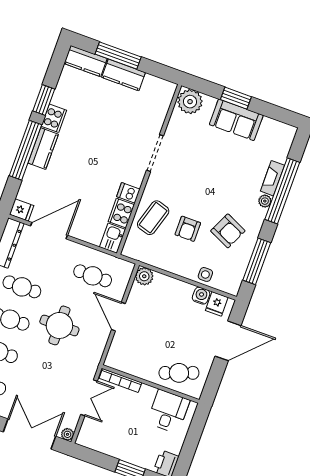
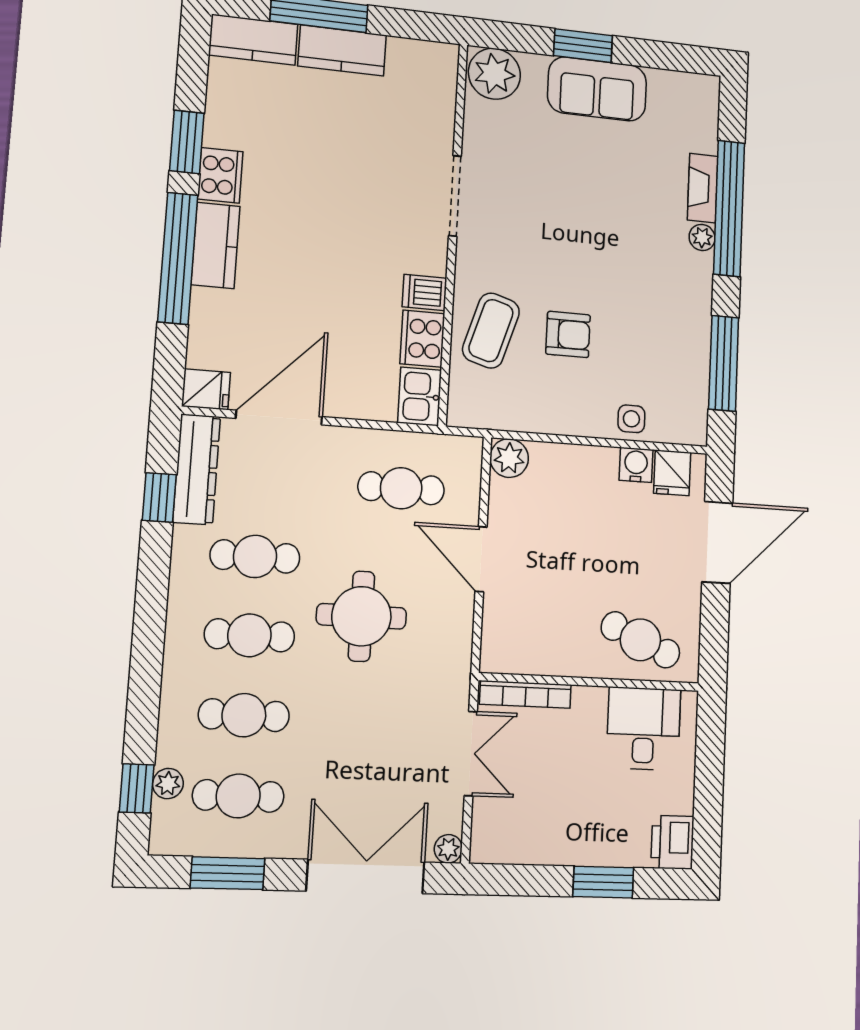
armchair: (188, 229) -> (568, 334), turned -90
armchair: (228, 231) -> (649, 317), removed
cafe table: (179, 373) -> (640, 640), turned 44

